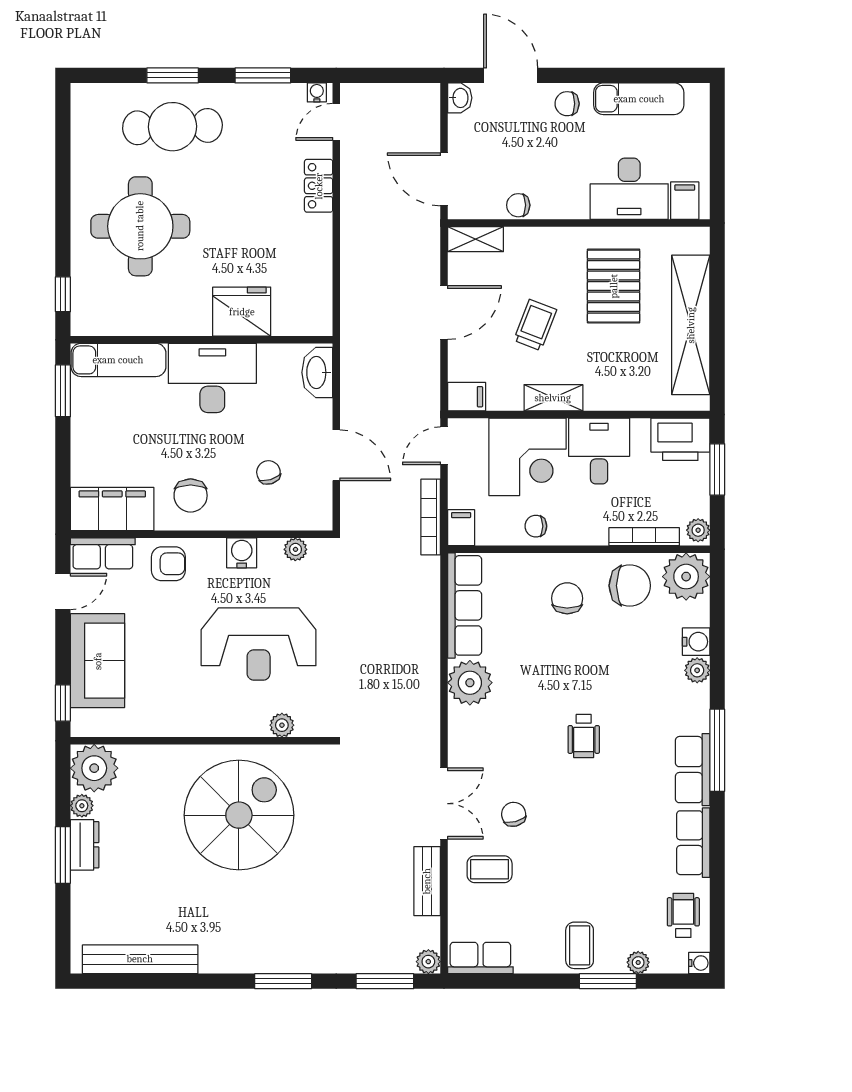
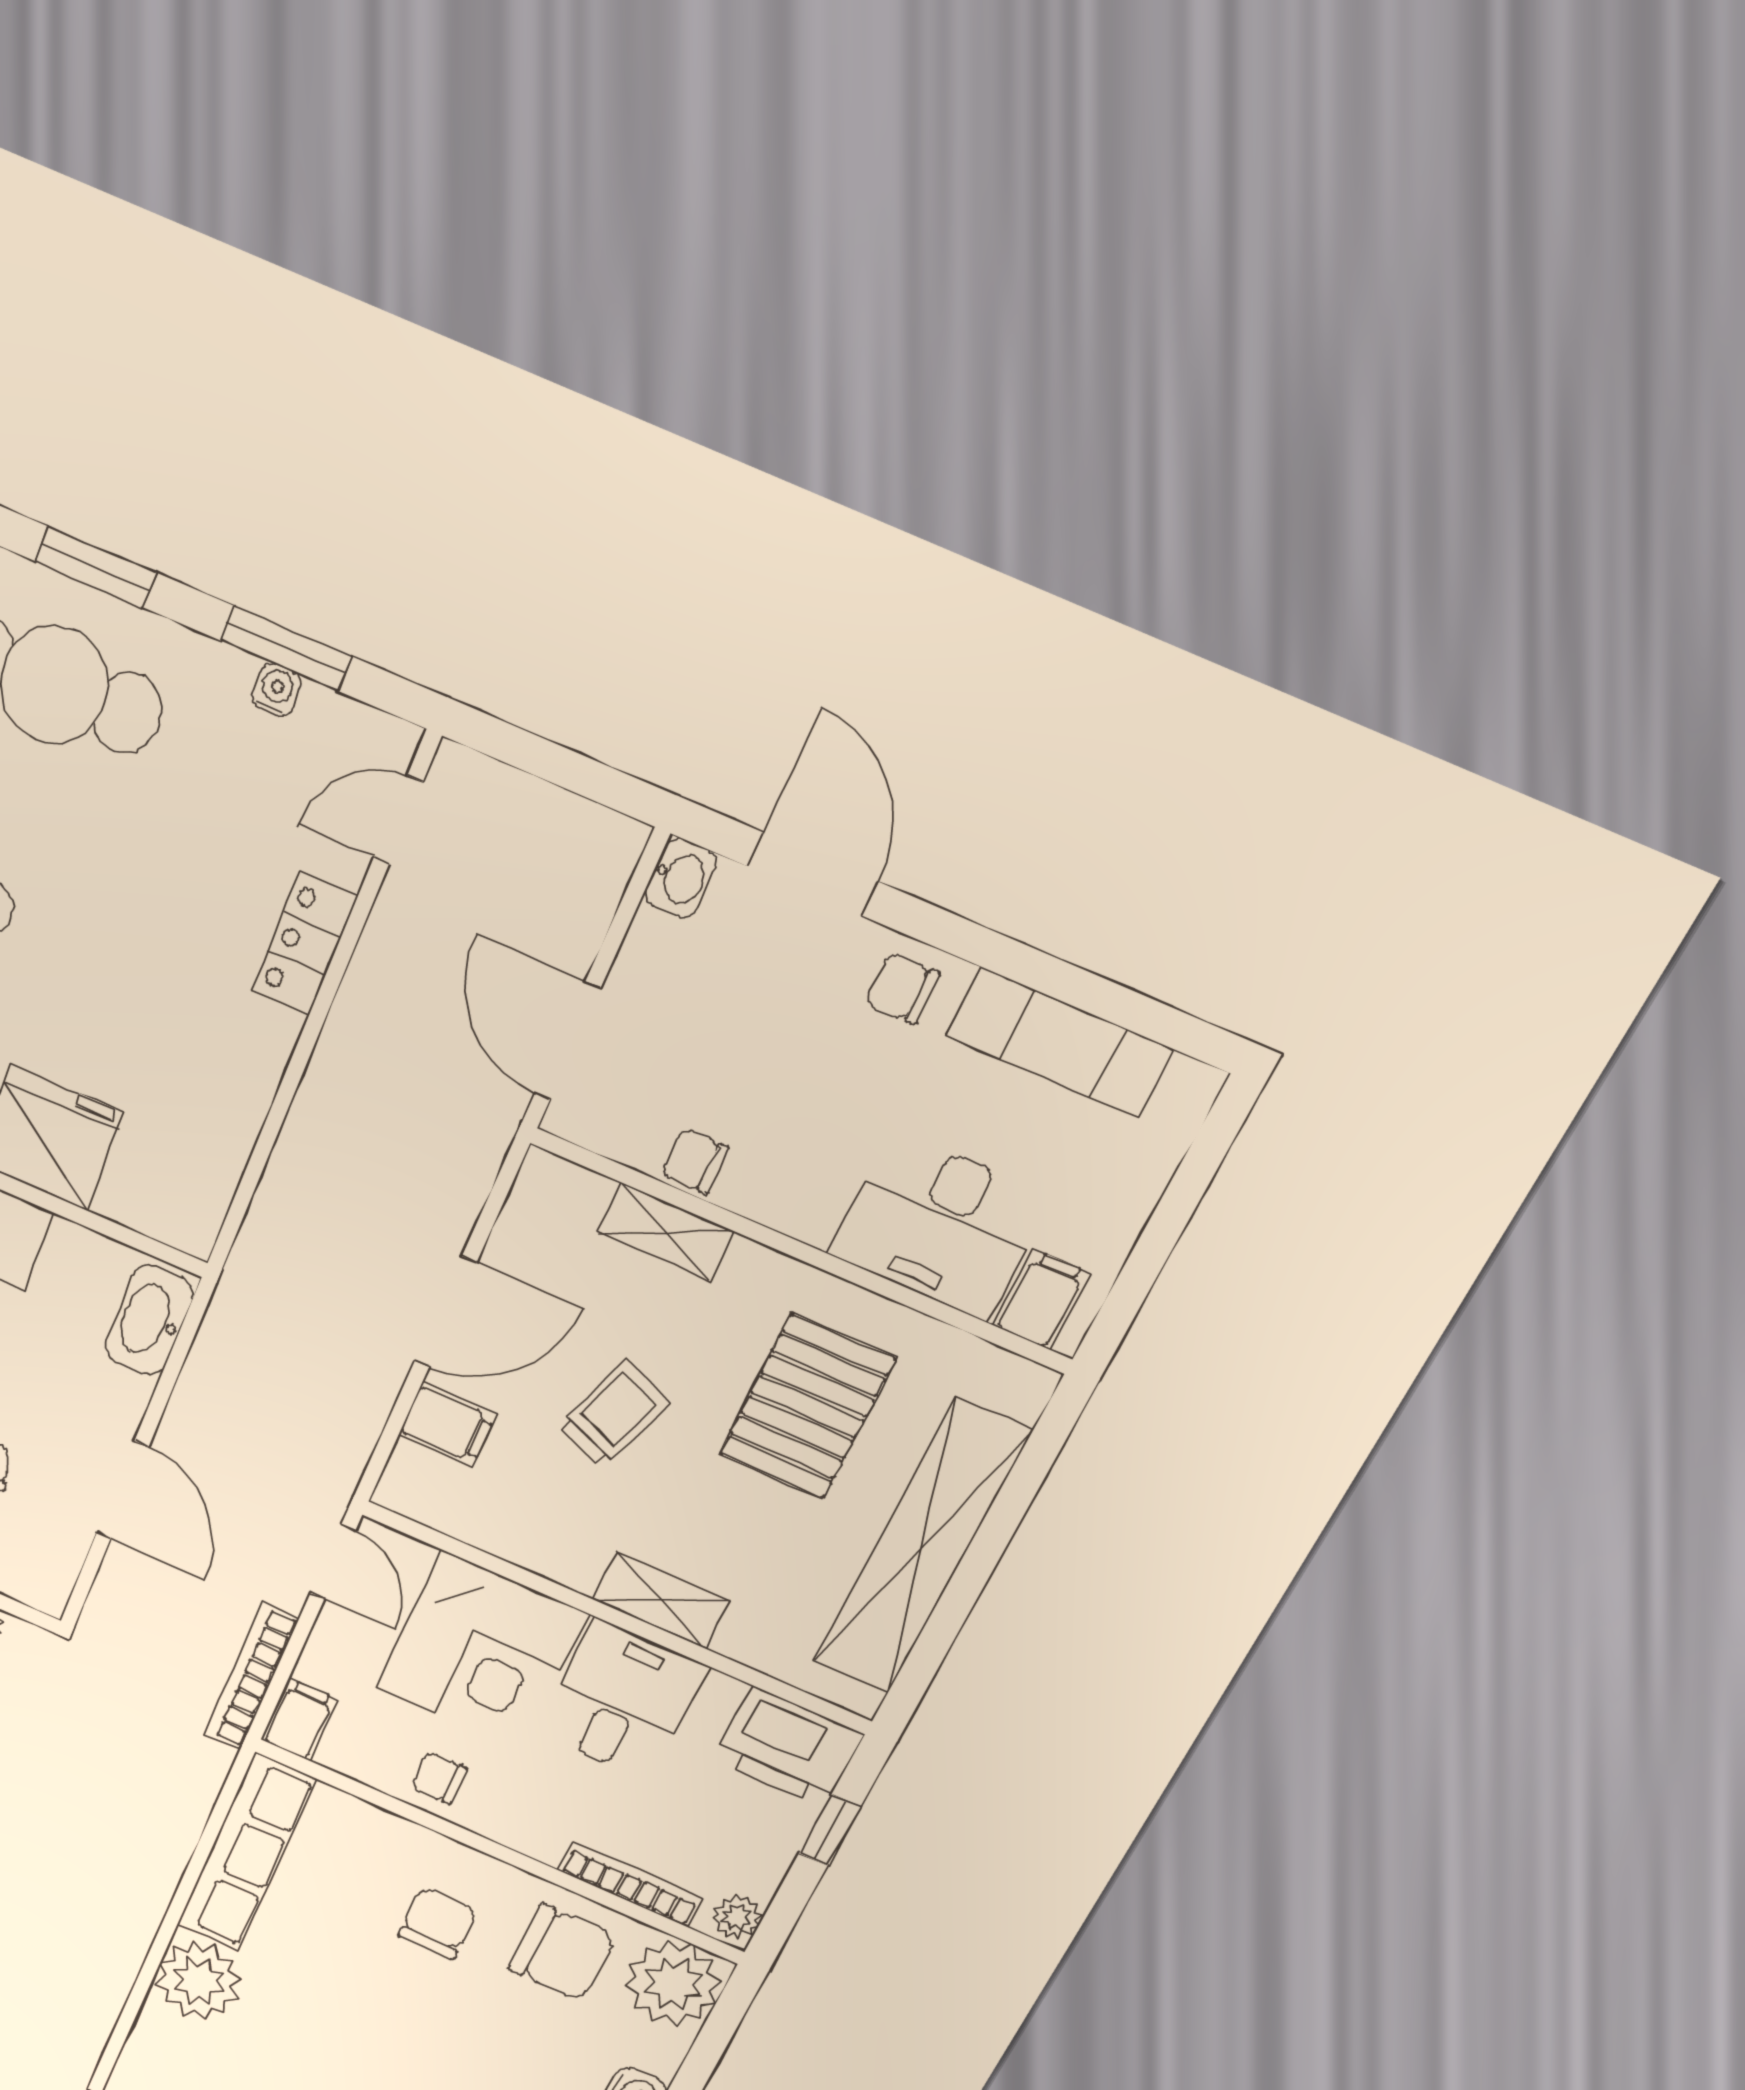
water cooler: (317, 92) -> (276, 690), moved
shelving: (475, 239) -> (666, 1232), moved
filing cabinet: (467, 397) -> (447, 1425), moved
shelving: (553, 398) -> (661, 1600), moved
door: (444, 446) -> (333, 1562), swing flipped
window: (717, 469) -> (830, 1830), width x0.67

